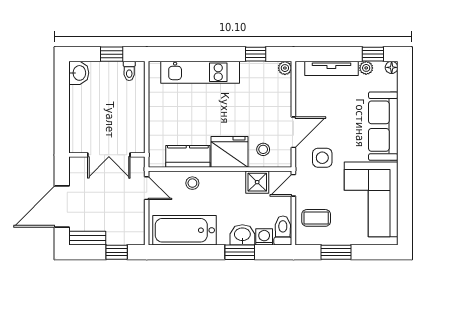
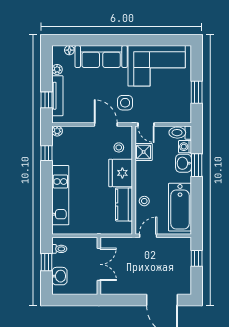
window: (373, 54) -> (47, 100), moved
floor lamp: (392, 67) -> (69, 50), moved
washbasin: (79, 73) -> (59, 276), moved, turned 90
wall: (107, 155) -> (99, 266), moved
double door: (109, 155) -> (99, 264), moved
coffee table: (316, 218) -> (171, 107), removed
bench: (87, 238) -> (186, 281), removed

